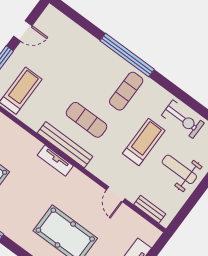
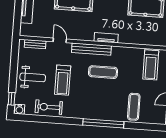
exercise mat: (126, 91) -> (134, 107), moved
bench: (65, 145) -> (91, 49), moved

